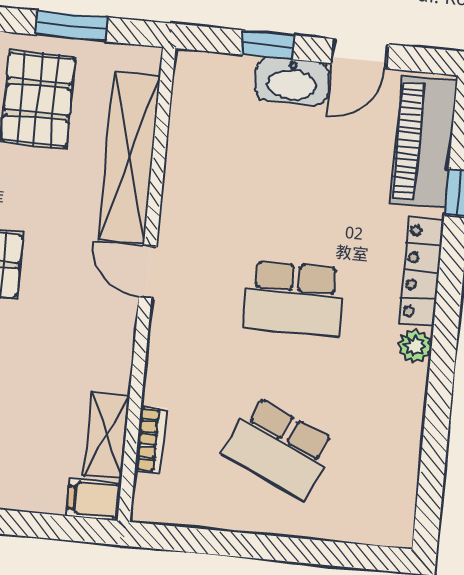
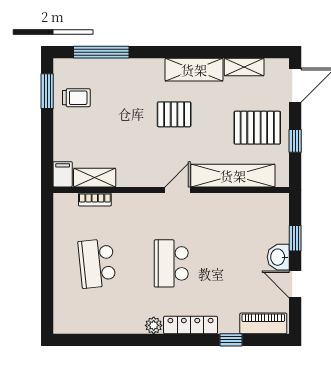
window: (72, 26) -> (295, 141), width x0.67
washbasin: (292, 81) -> (278, 257), width x0.72
piano: (424, 142) -> (263, 323), width x0.73, depth x0.75
school desk: (279, 448) -> (97, 263), turned -30

